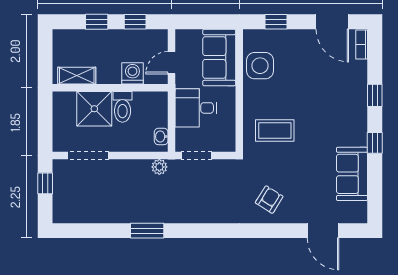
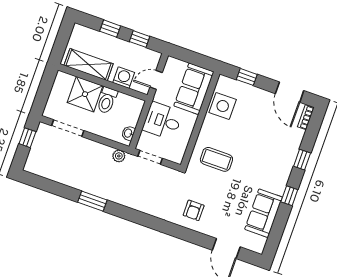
shelving: (77, 76) -> (89, 65), width x1.50, depth x1.33
armchair: (269, 200) -> (194, 210), turned 148

